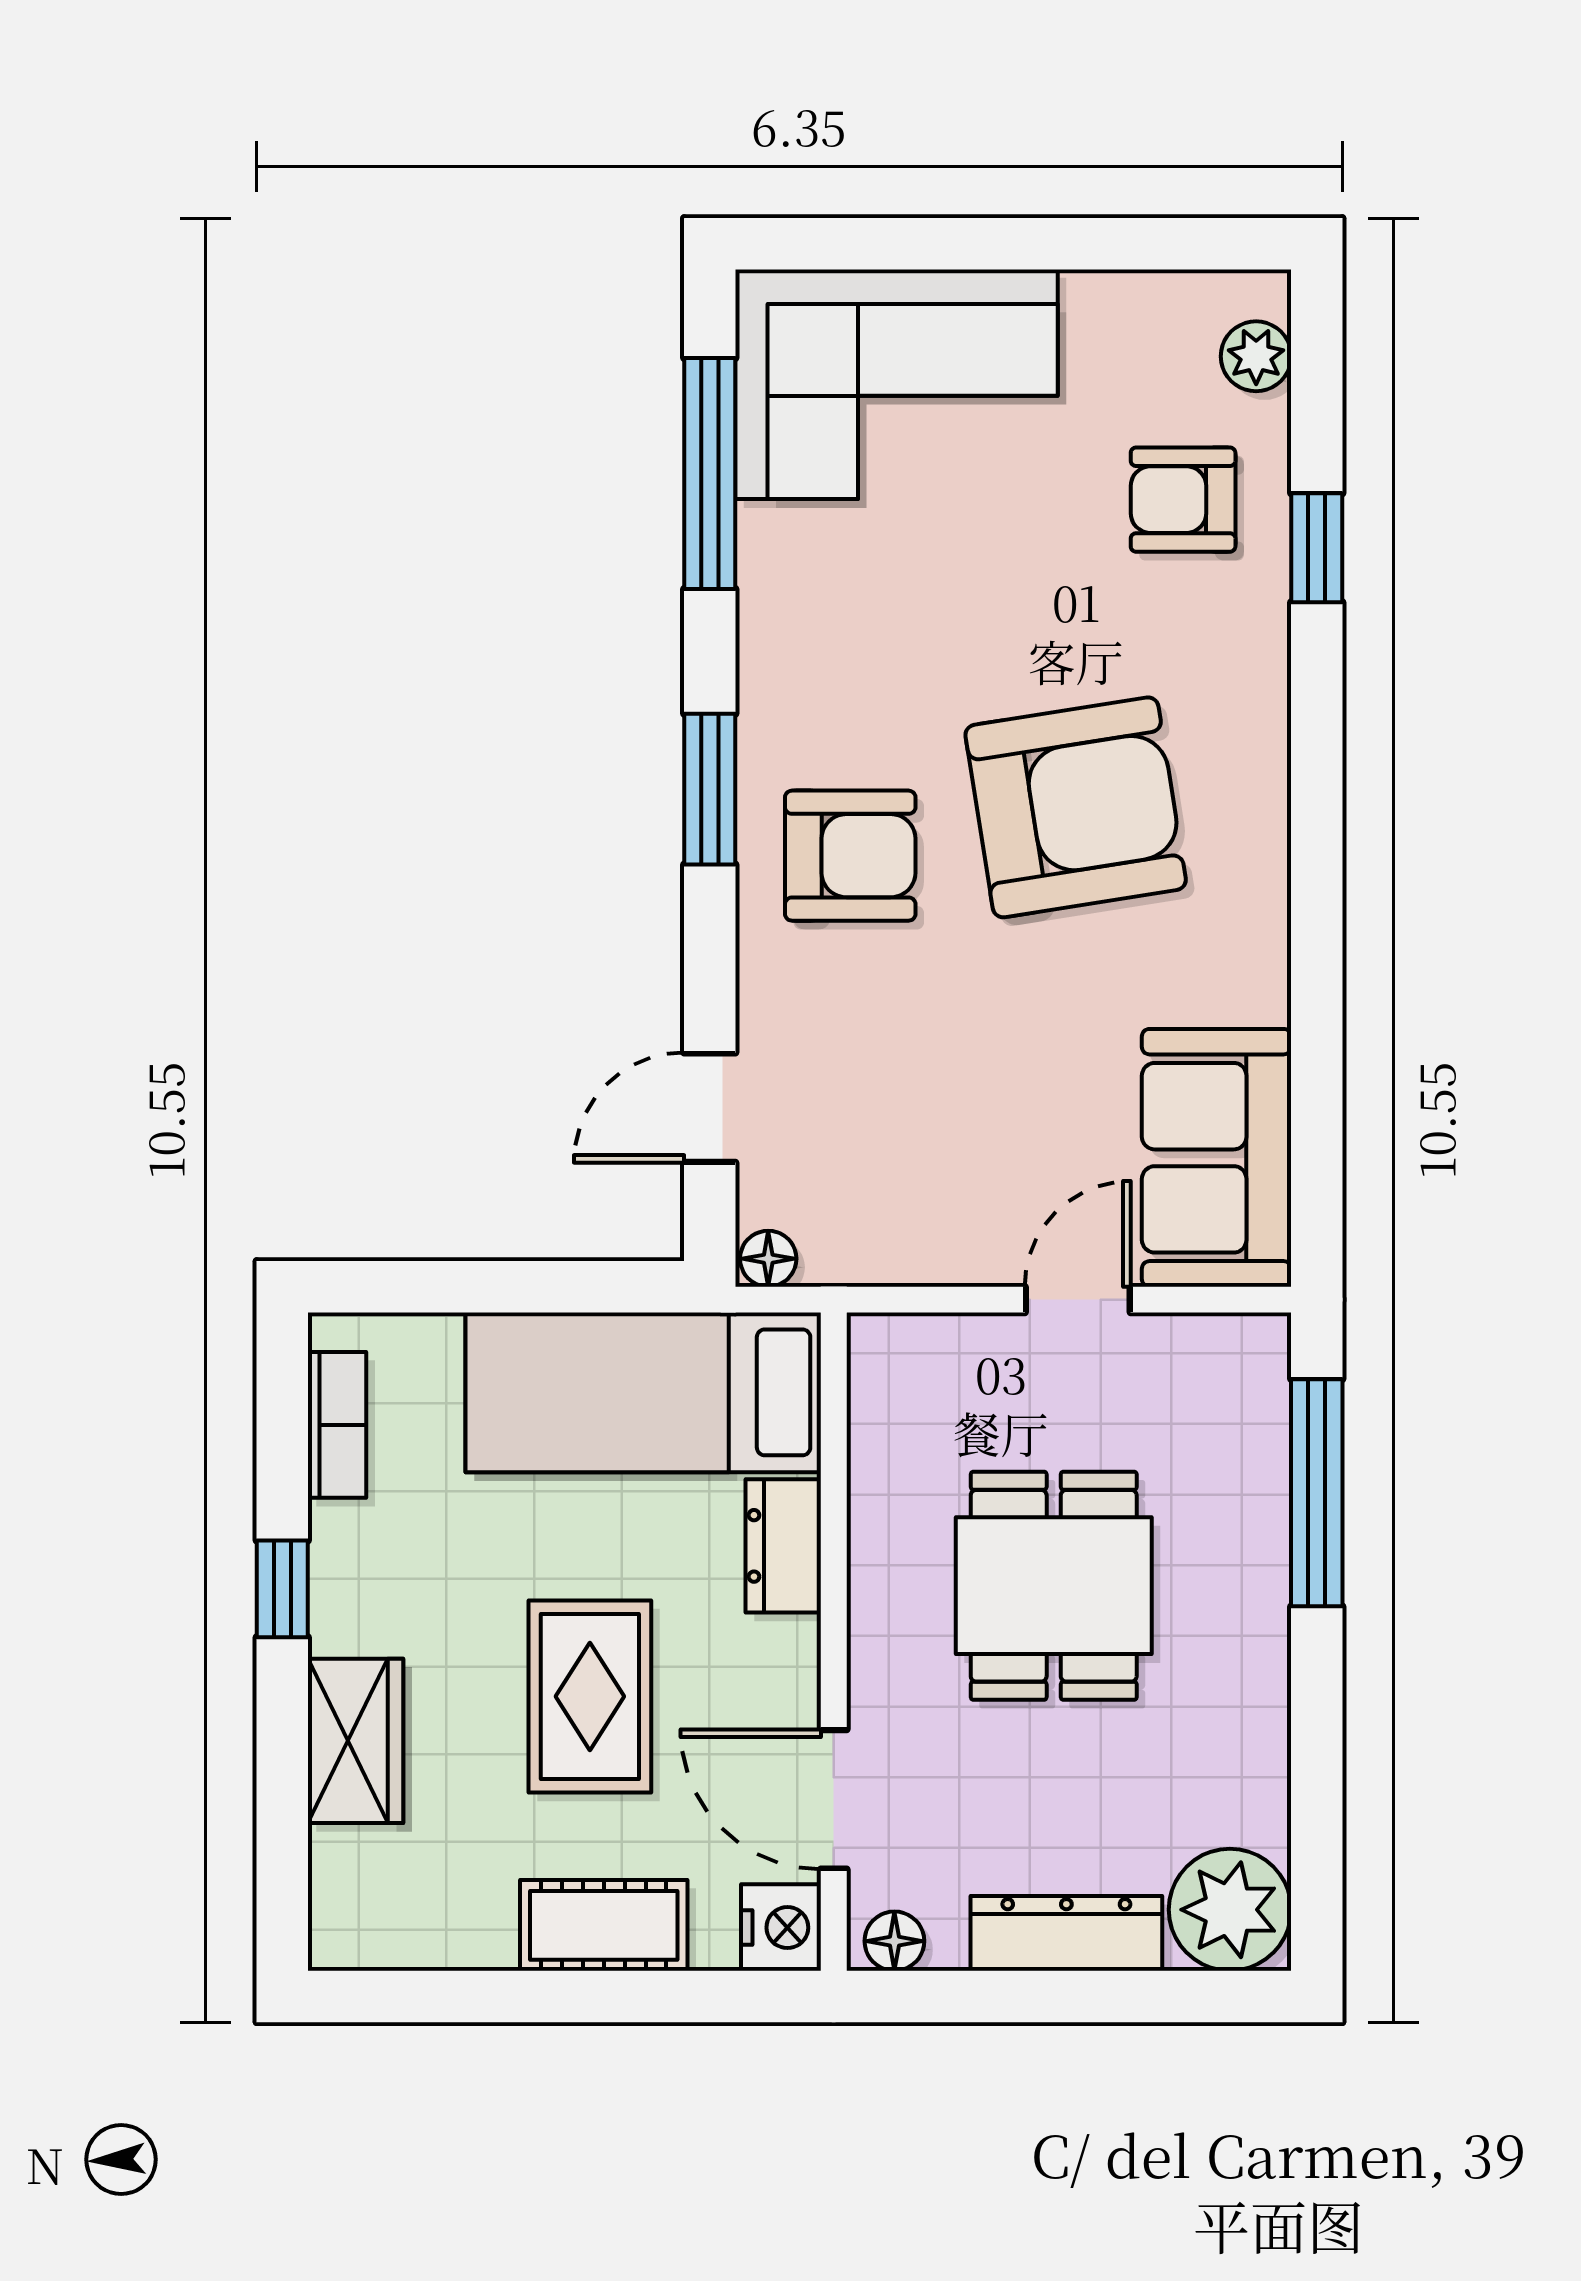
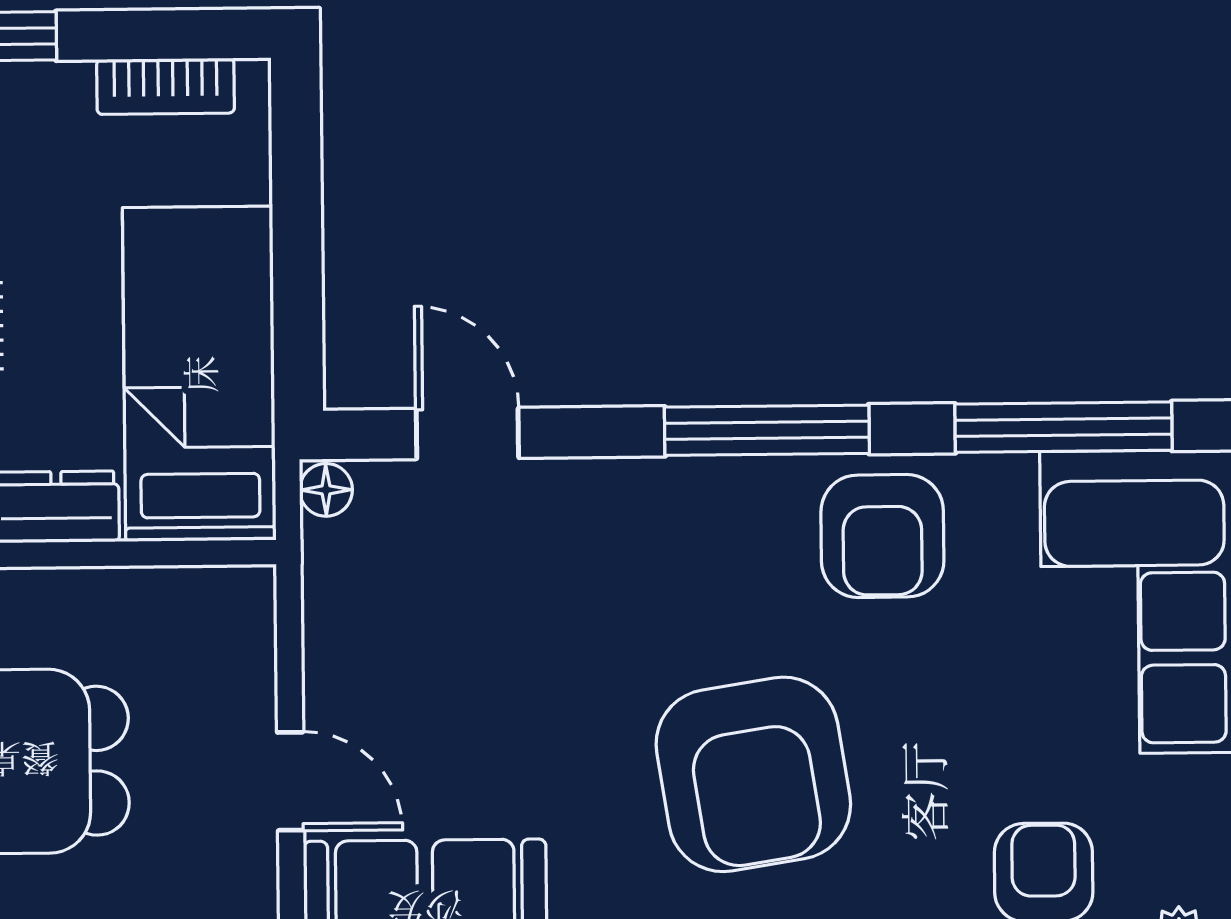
window: (710, 789) -> (767, 430), width x1.44
armchair: (850, 856) -> (882, 536), moved

